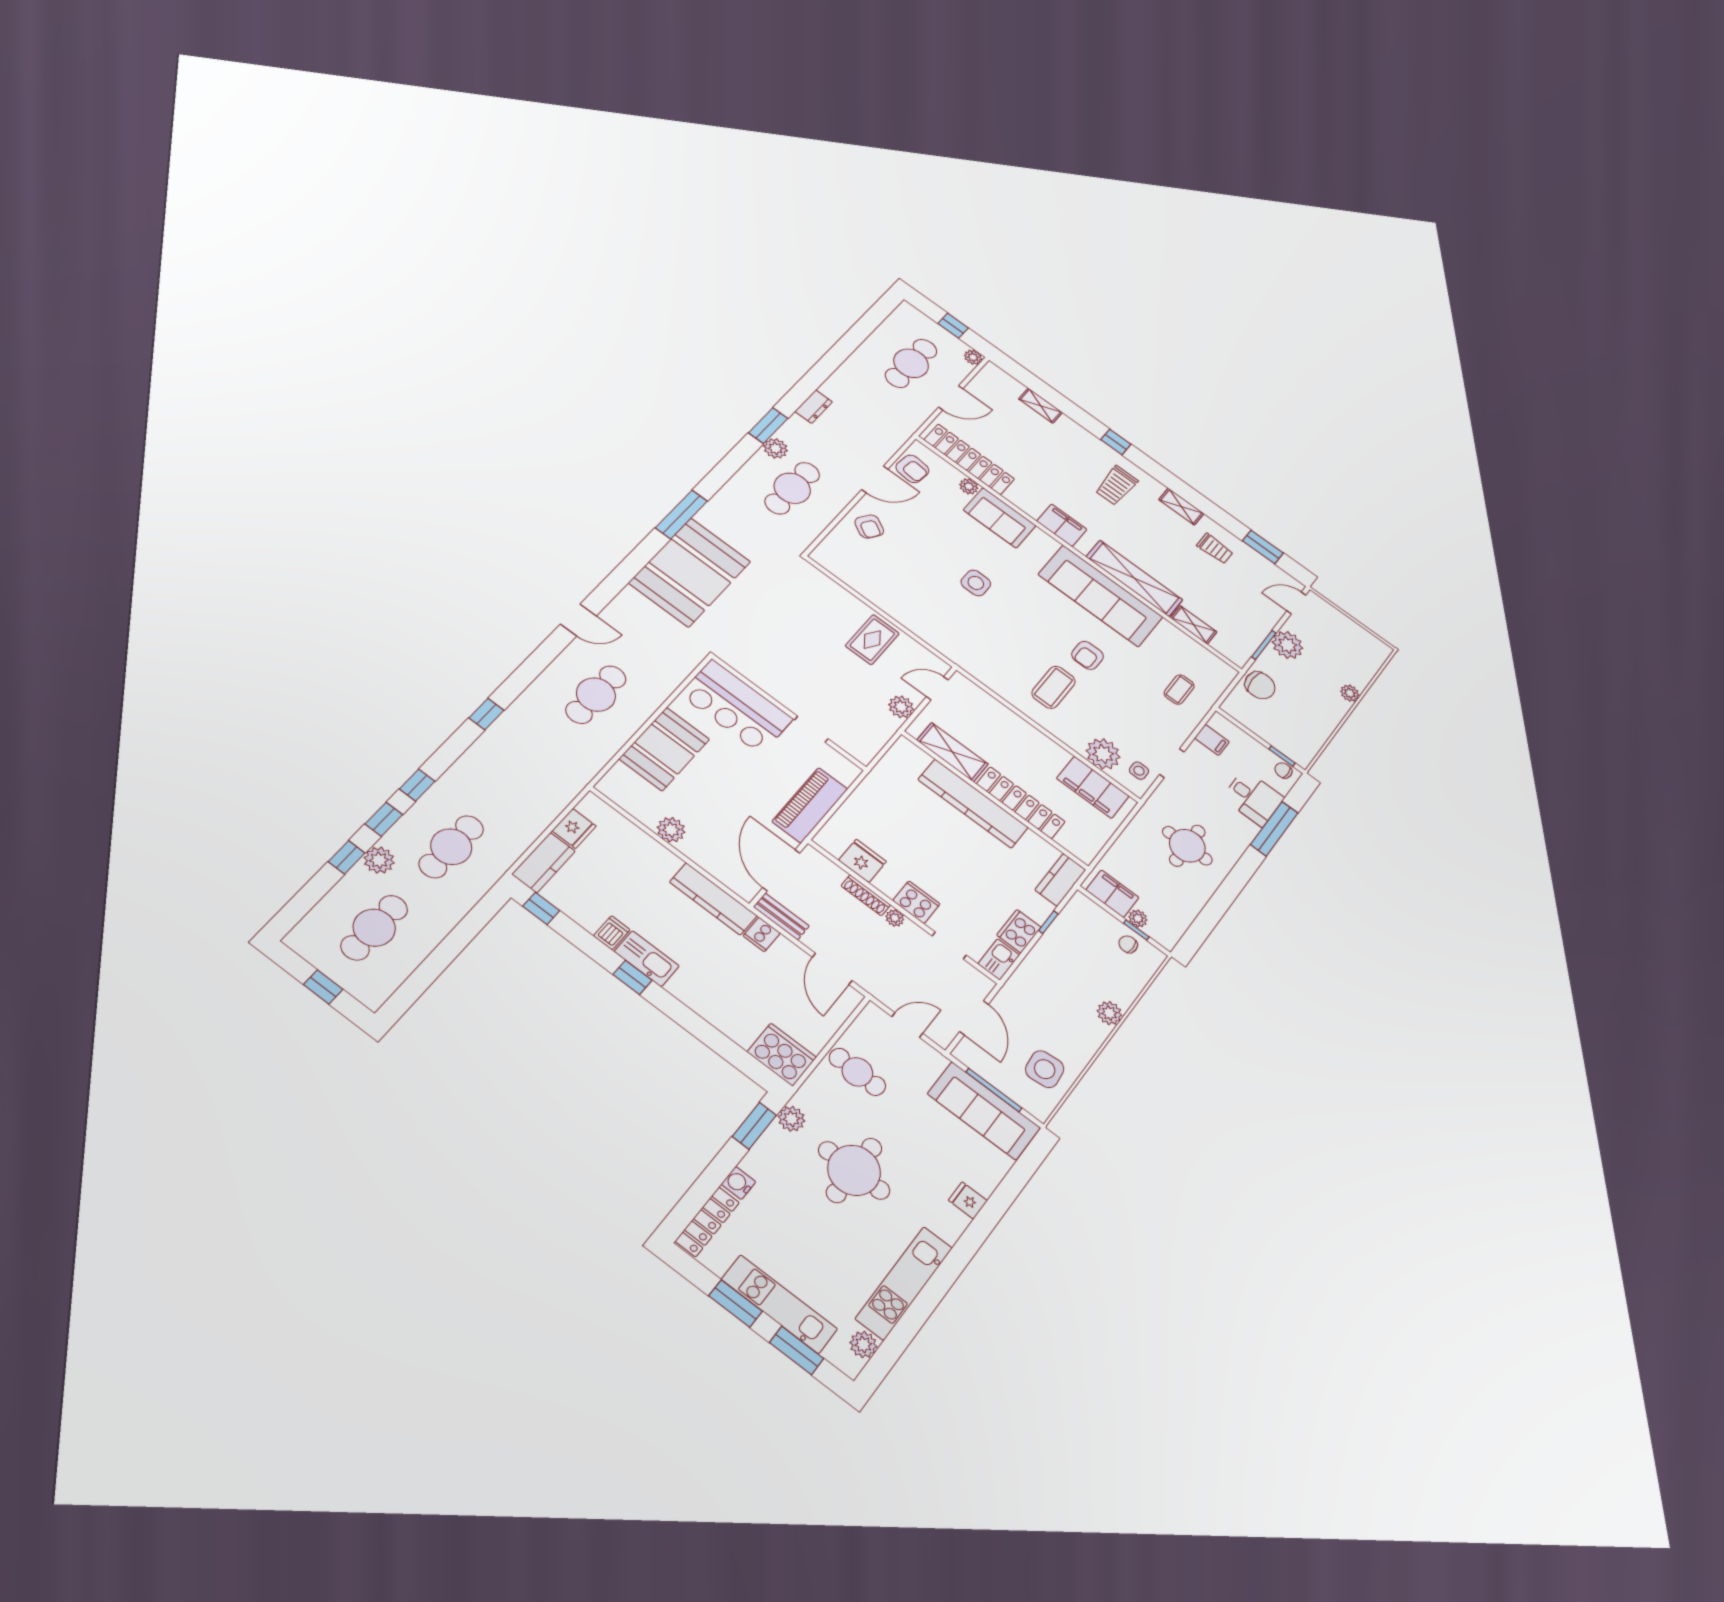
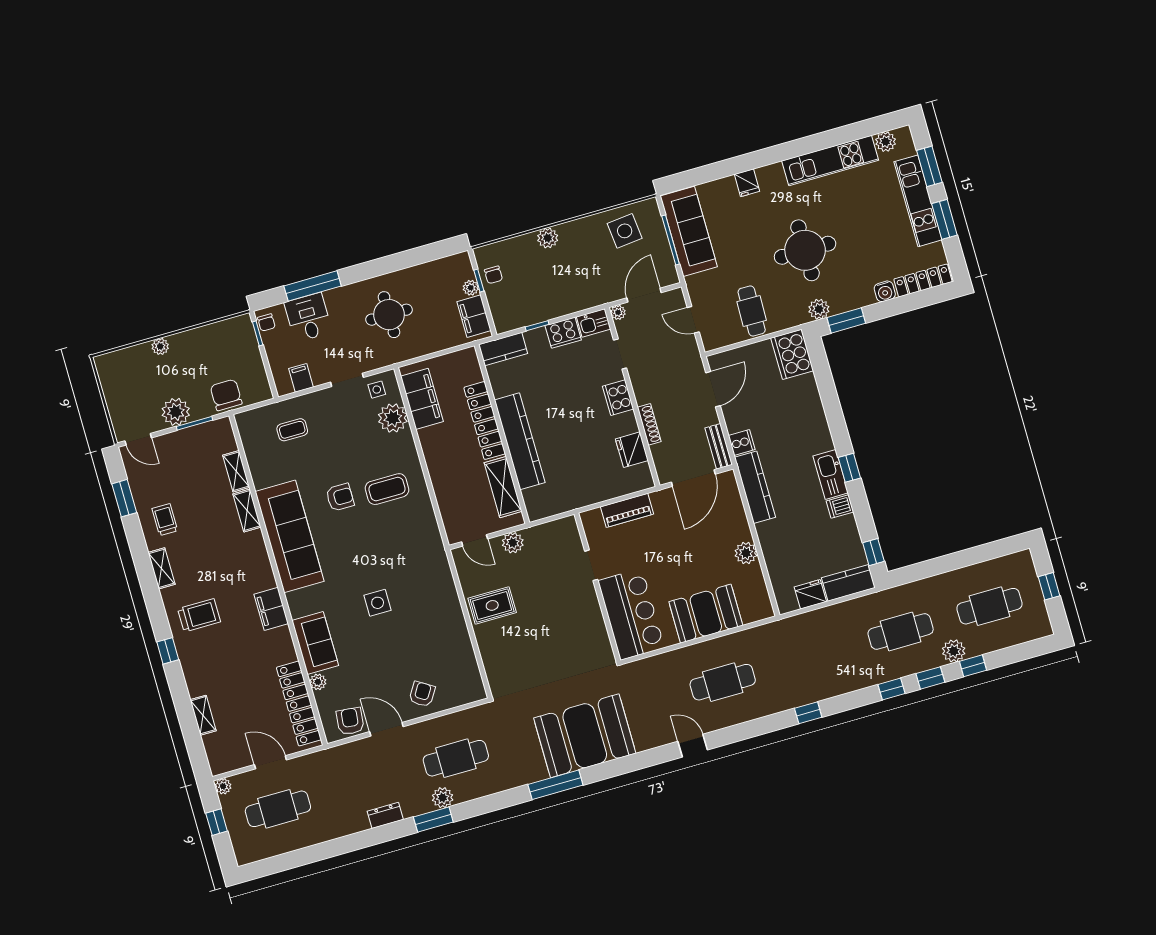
shelving: (1134, 578) -> (247, 510), width x0.45, depth x0.75
piano: (810, 805) -> (627, 510), width x0.73, depth x0.75
plant: (895, 918) -> (618, 312), moved

